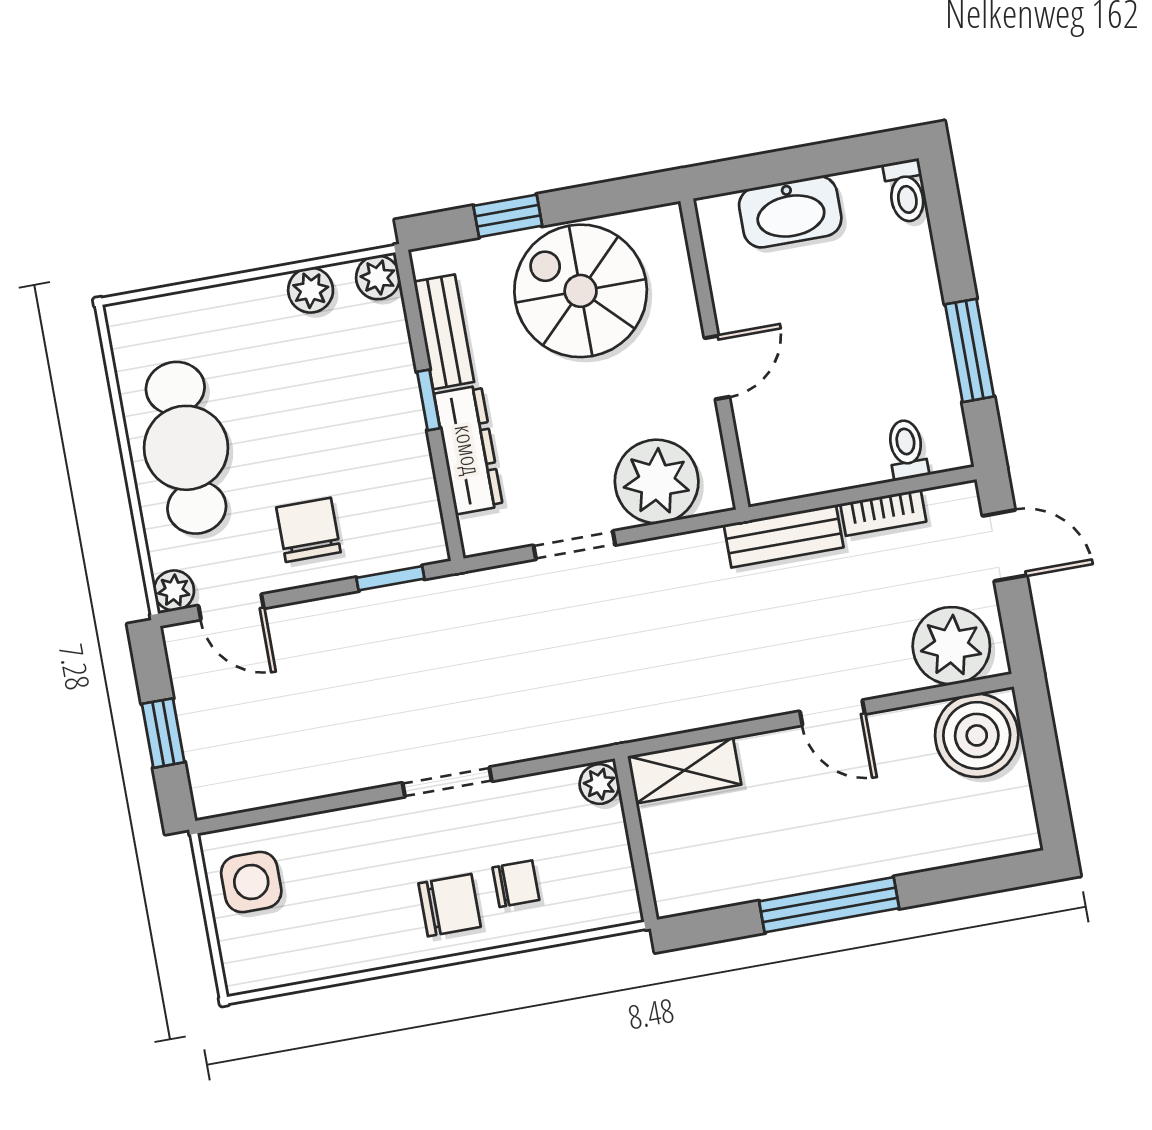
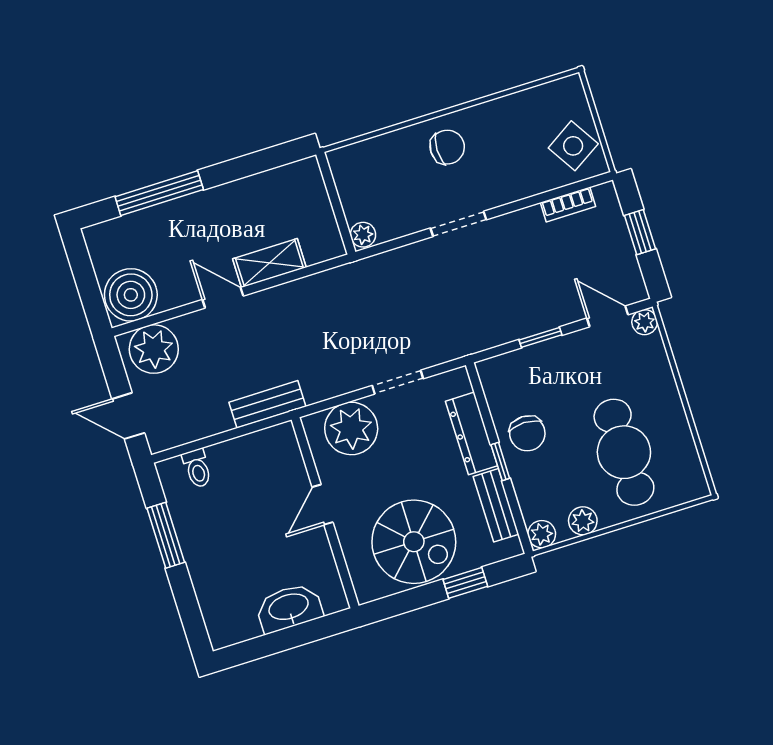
toilet: (906, 191) -> (218, 630), removed
cafe table: (186, 448) -> (624, 452), moved
bookcase: (883, 513) -> (568, 205), moved, turned 180
chair: (308, 530) -> (527, 433), moved
window: (390, 578) -> (540, 337), moved
shelving: (684, 770) -> (269, 263), moved
side table: (251, 882) -> (573, 146), turned -32
chair: (516, 884) -> (407, 166), removed
chair: (450, 905) -> (447, 147), turned 180
window: (829, 905) -> (159, 193), moved

